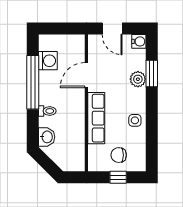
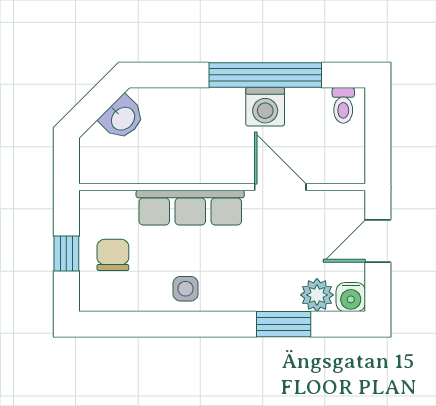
washing machine: (48, 61) -> (265, 107), moved
plant: (138, 79) -> (317, 295), moved
toilet: (47, 111) -> (343, 105), moved
washbasin: (47, 137) -> (122, 118), moved, turned -45

